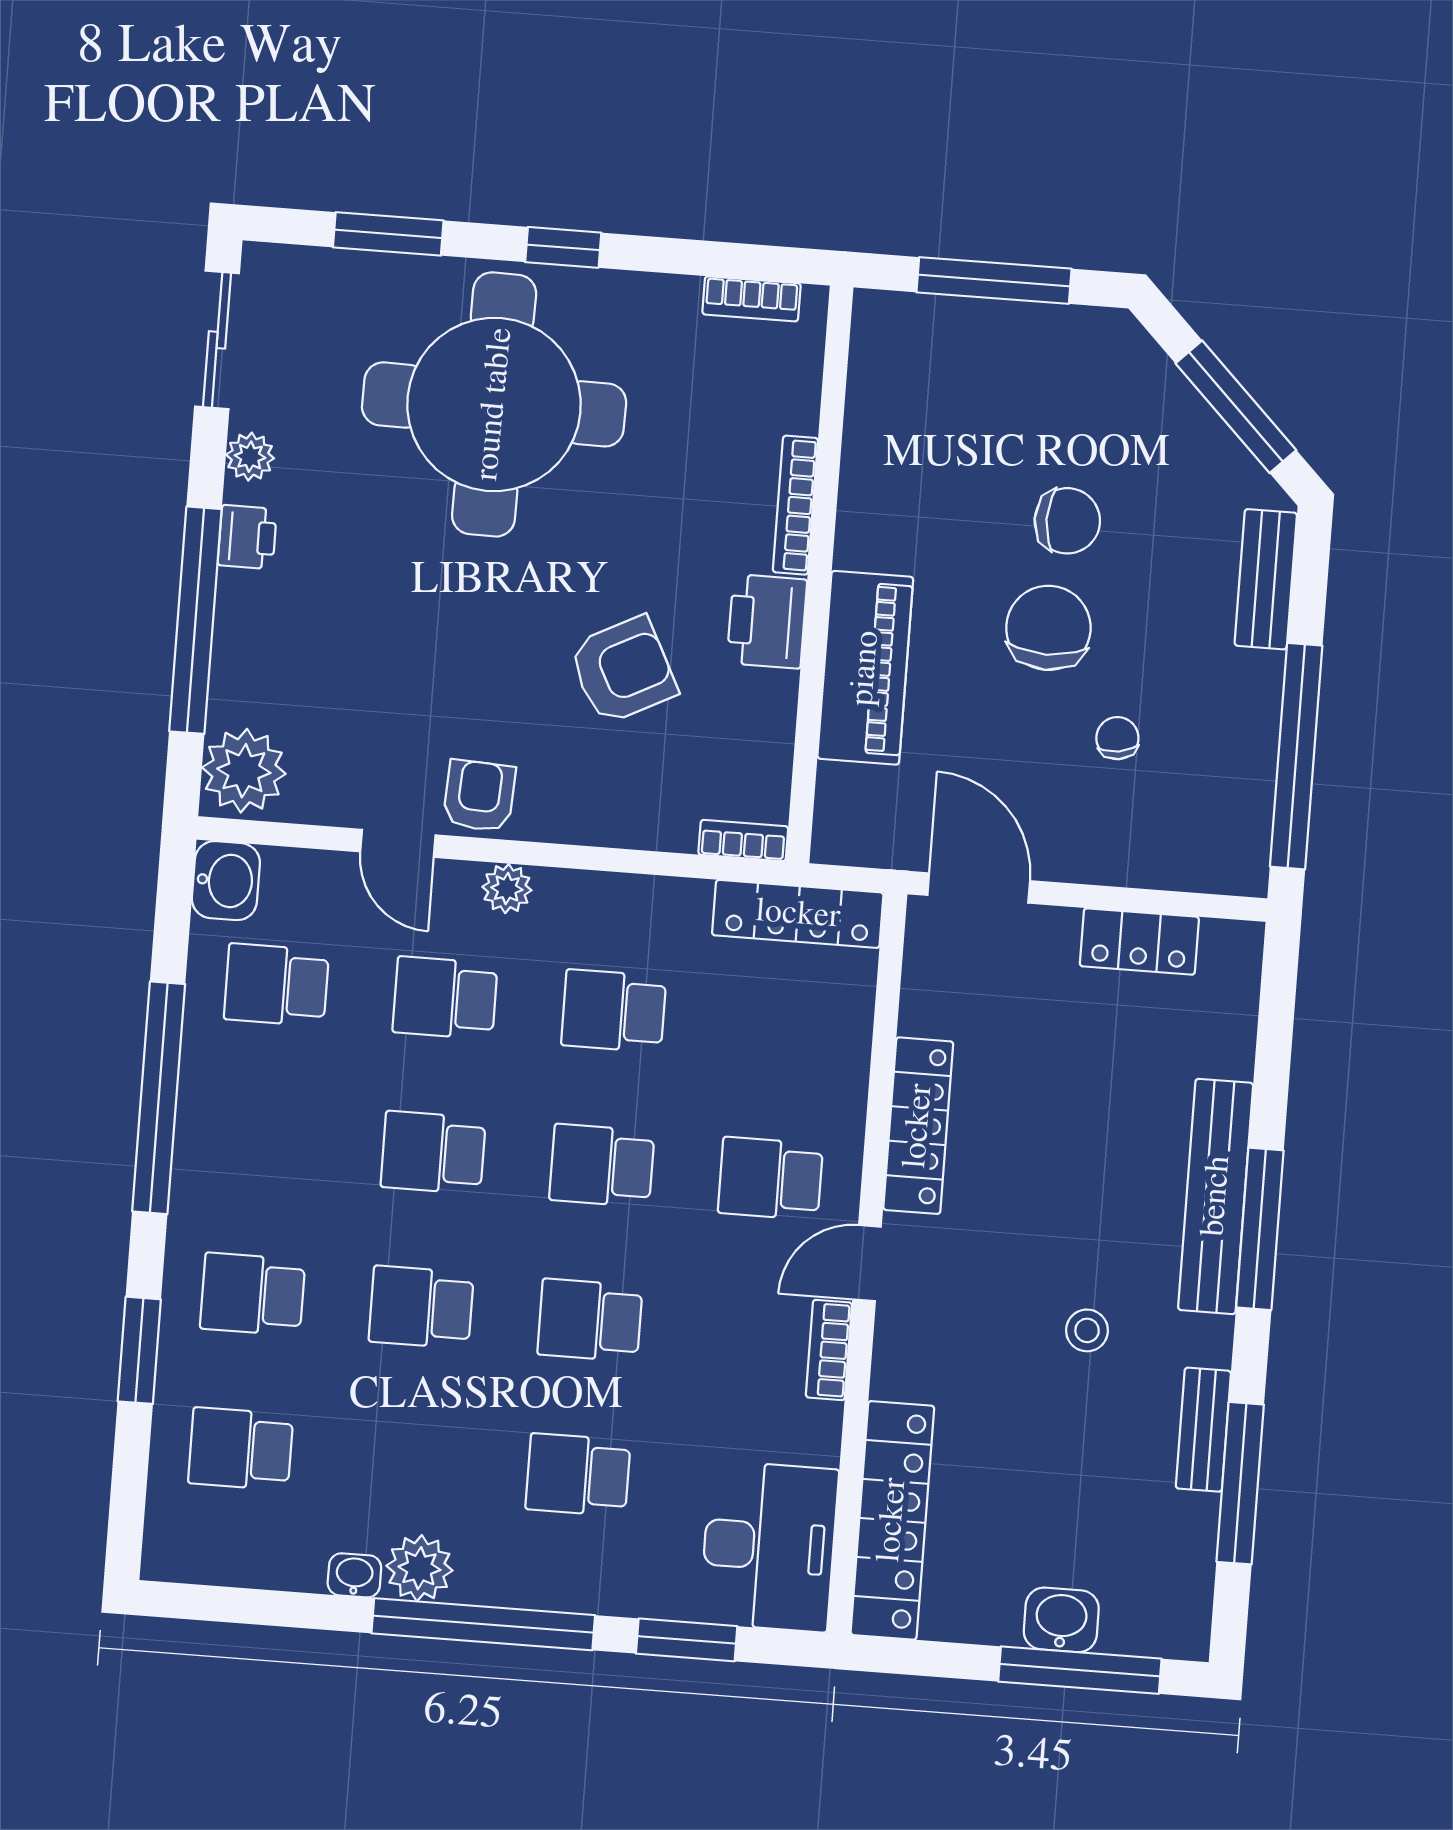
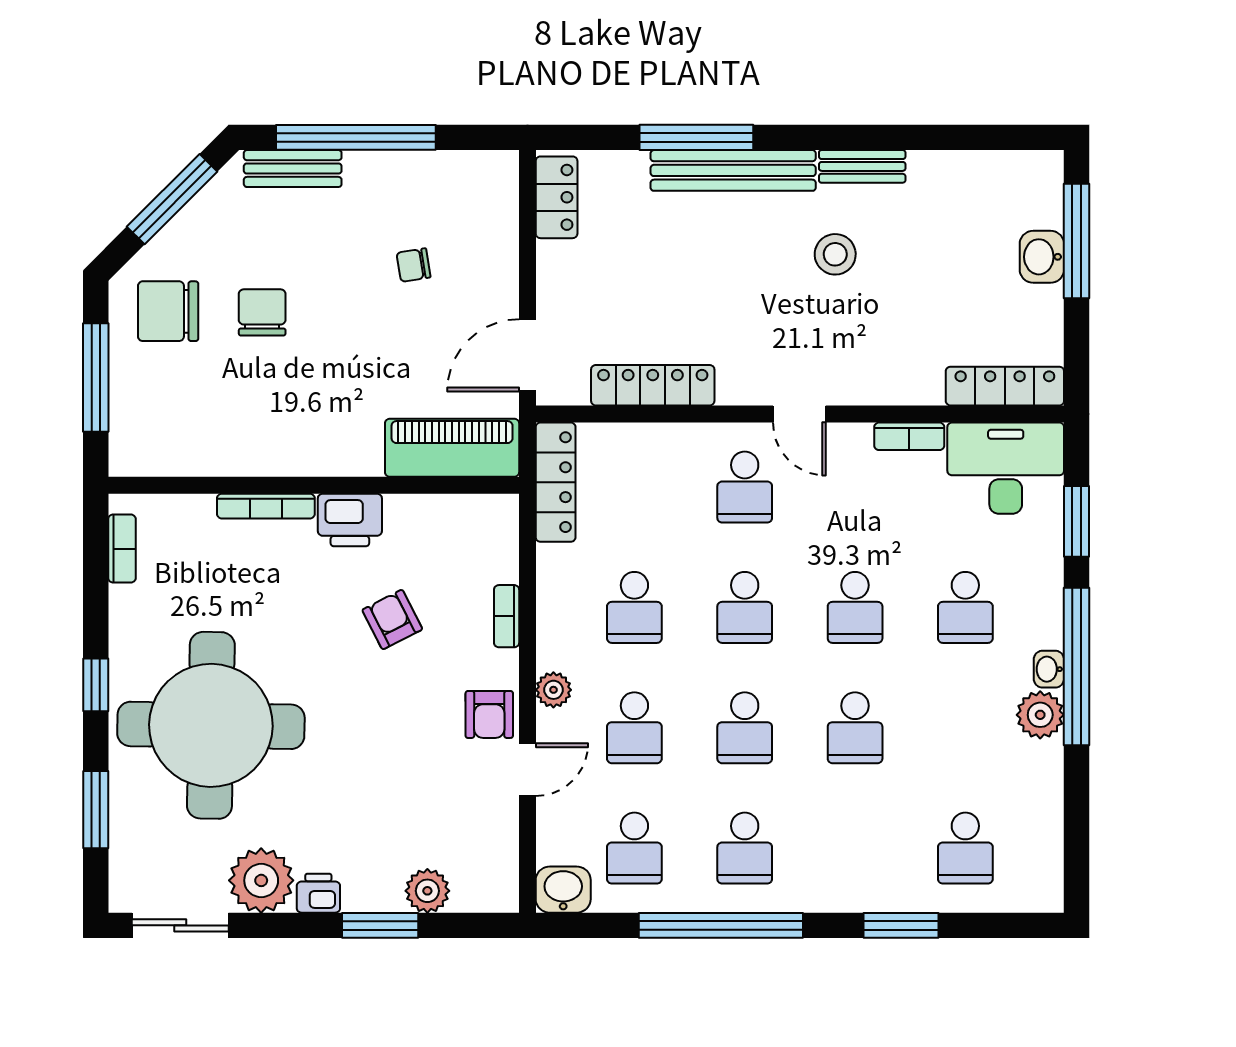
plant: (250, 457) -> (261, 880), width x1.88, depth x1.88
window: (195, 620) -> (380, 925), width x0.47
chair: (1048, 628) -> (168, 311), moved
piano: (865, 668) -> (452, 448), moved
armchair: (623, 670) -> (392, 620), width x0.72, depth x0.72
window: (1296, 756) -> (356, 137), moved
plant: (244, 771) -> (427, 891), moved, width x0.73, depth x0.73
armchair: (479, 796) -> (489, 714), turned -93
bookcase: (743, 841) -> (507, 616), moved
locker: (1139, 941) -> (557, 197), moved
locker: (918, 1126) -> (653, 385), moved
window: (1260, 1229) -> (696, 137), moved
school desk: (253, 1294) -> (745, 848), moved
stool: (1087, 1330) -> (835, 254), width x1.37, depth x1.37
bookcase: (829, 1350) -> (909, 436), moved
bench: (1203, 1430) -> (862, 166), moved
window: (1240, 1483) -> (935, 137), removed
locker: (892, 1520) -> (1005, 386), width x0.71, depth x0.83
washbasin: (354, 1575) -> (1049, 669), moved

